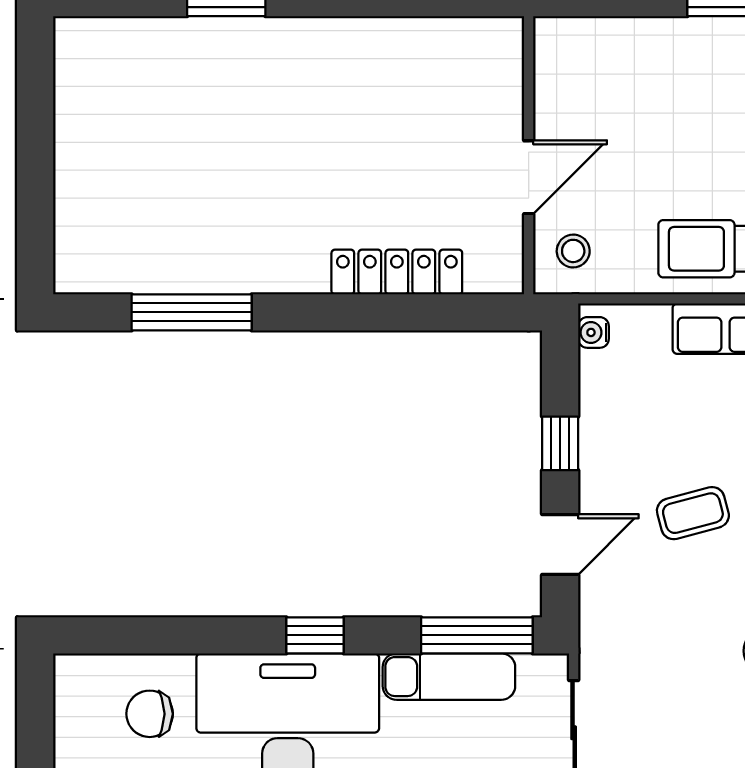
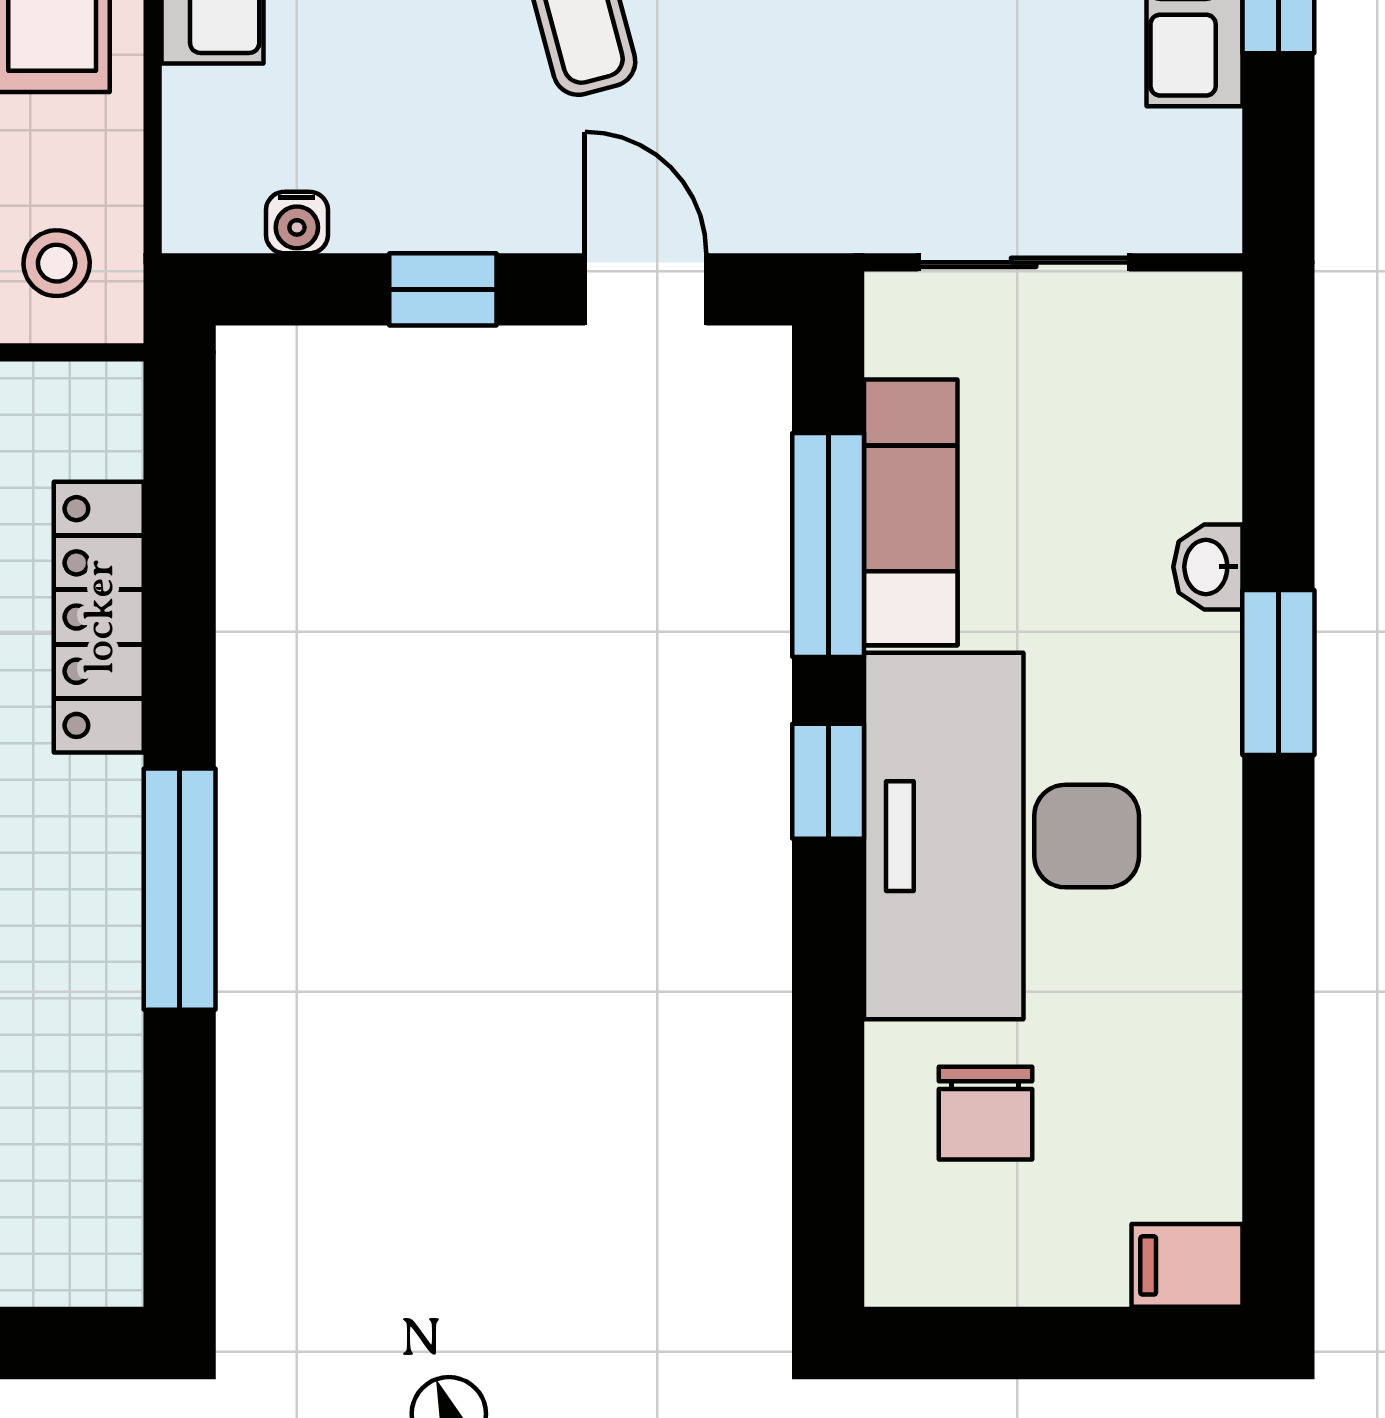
window: (192, 312) -> (180, 889), moved
water cooler: (593, 332) -> (297, 222), moved
window: (477, 635) -> (828, 545), moved

